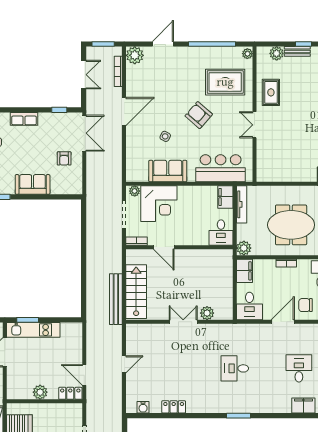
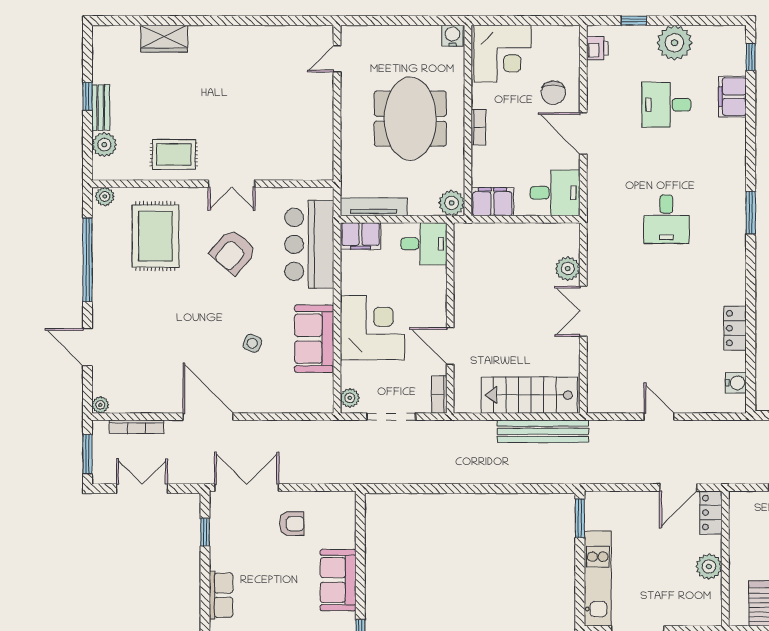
plant: (135, 55) -> (100, 405), width x0.53, depth x0.53
armchair: (199, 115) -> (233, 252), moved
corner desk: (159, 204) -> (372, 328), moved
door: (164, 247) -> (450, 346), swing flipped
window: (28, 320) -> (580, 518), moved

